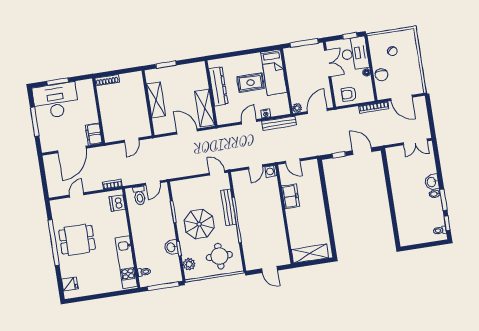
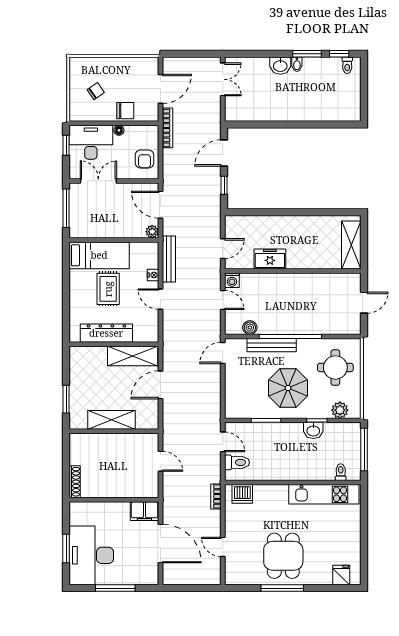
boiler: (239, 190) -> (250, 328), added
window: (54, 243) -> (282, 588), width x0.68

